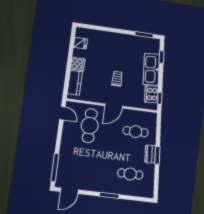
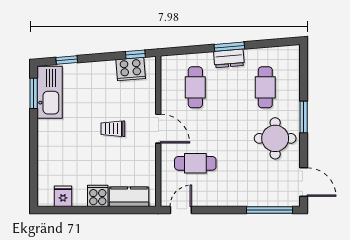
kitchen sink: (151, 69) -> (50, 92), moved, turned -85
cafe table: (90, 126) -> (195, 163), width x0.73, depth x0.74
round table: (98, 176) -> (275, 138), added

